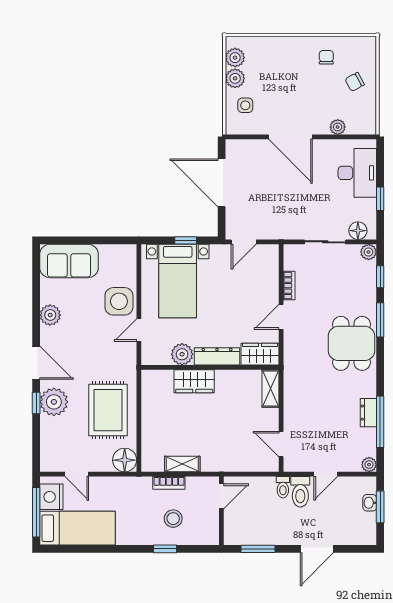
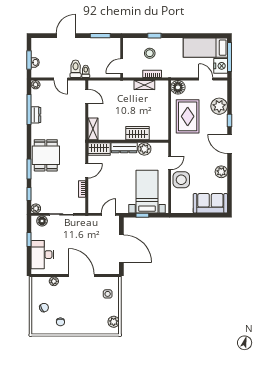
plant: (235, 78) -> (114, 310), removed
plant: (54, 402) -> (219, 106), moved
door: (326, 474) -> (61, 79), swing flipped

